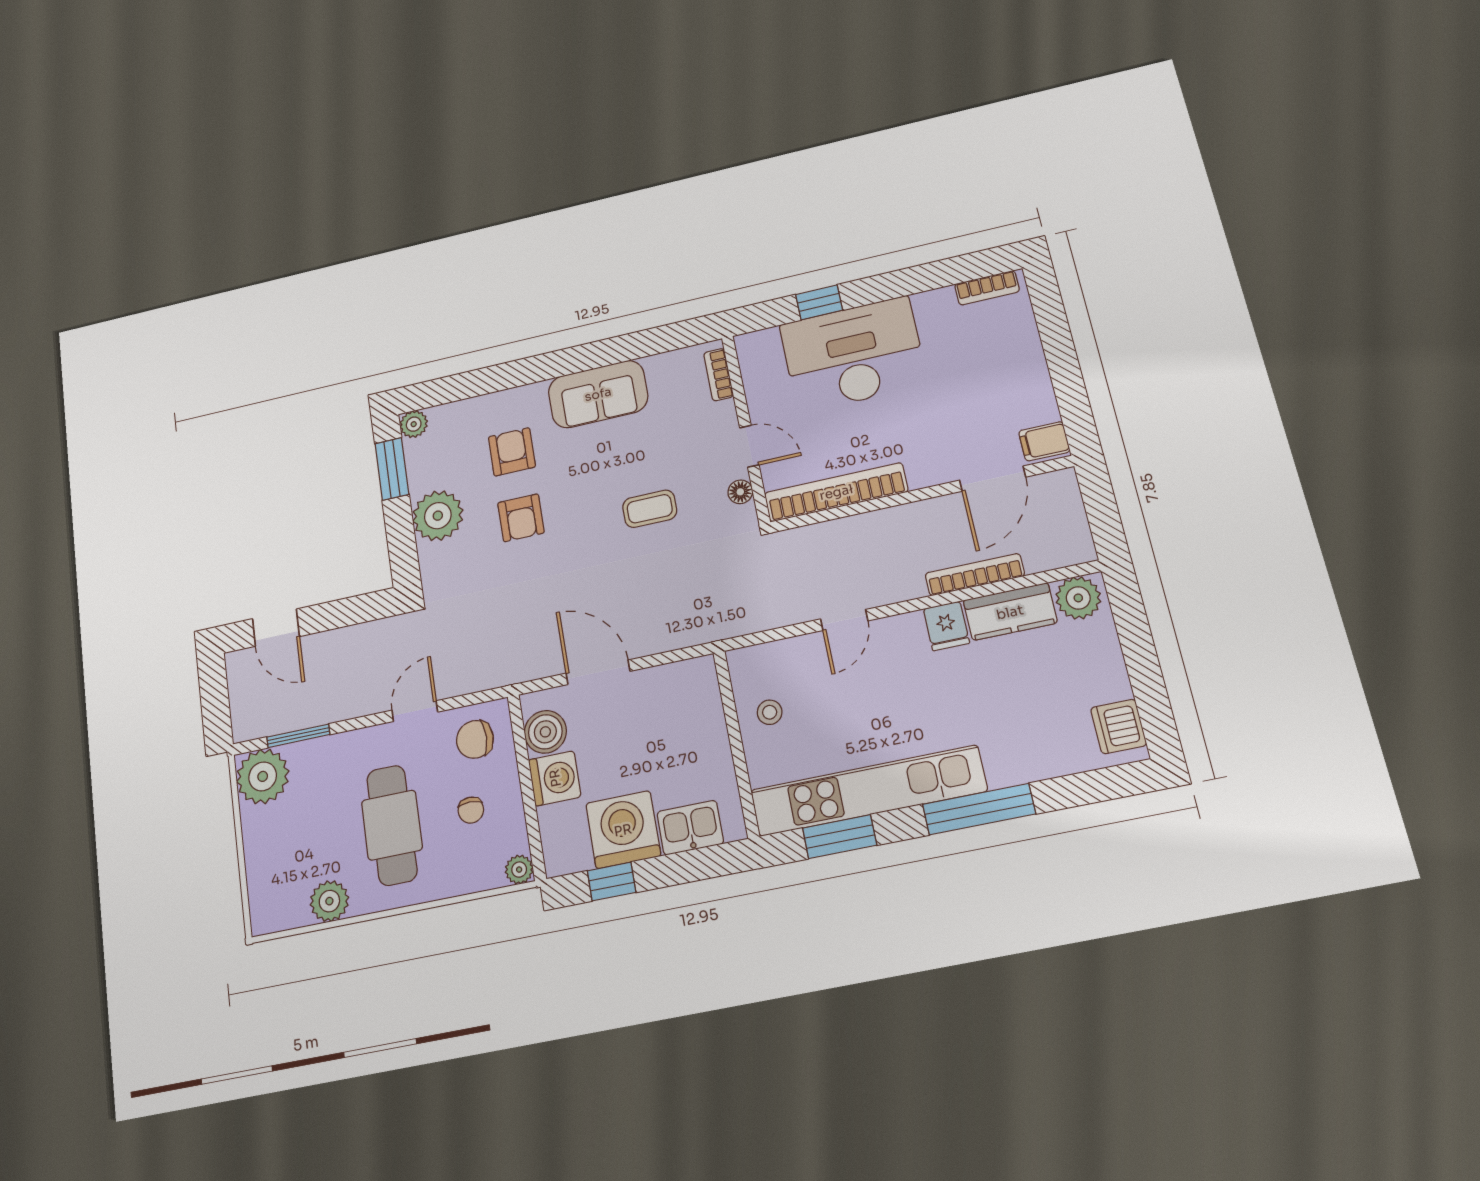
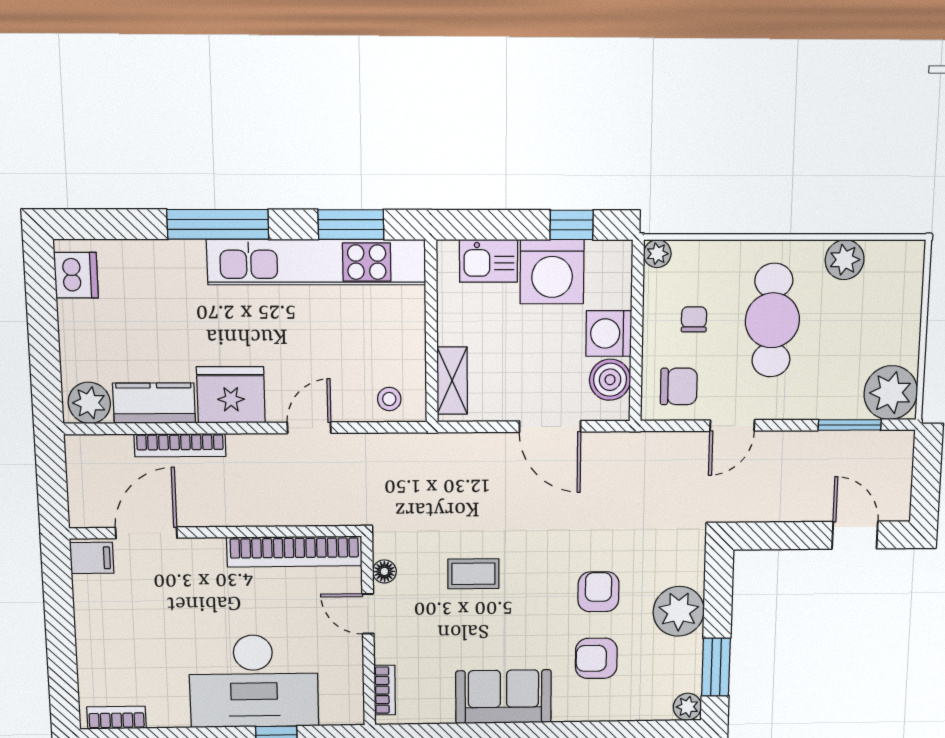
armchair: (512, 452) -> (596, 658), turned 90
fridge: (946, 626) -> (231, 395), width x1.88, depth x1.34
shelving: (706, 698) -> (452, 381), added
stool: (770, 712) -> (389, 399), moved

